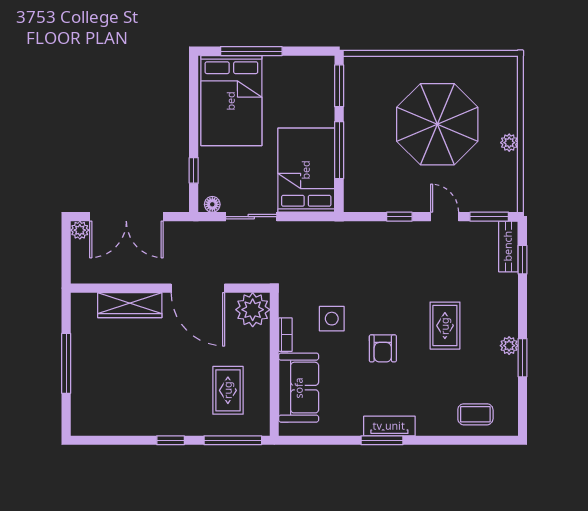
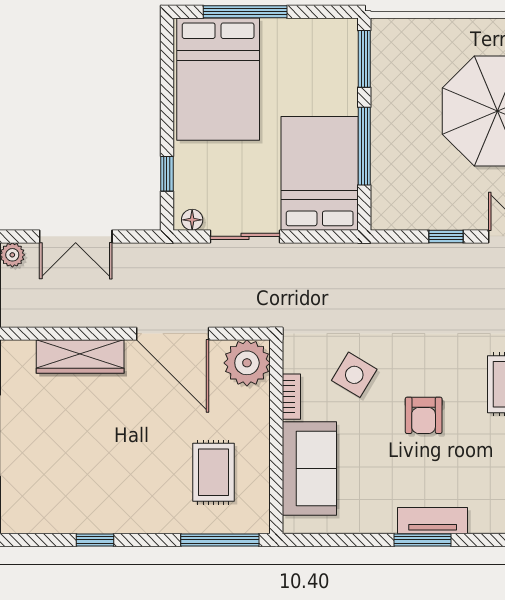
double door: (126, 217) -> (76, 236), width x0.73
side table: (332, 319) -> (354, 375), turned 31
window: (171, 440) -> (95, 540), moved

